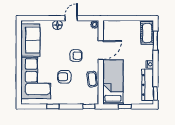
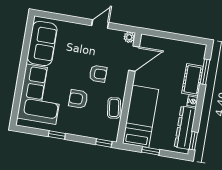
floor lamp: (57, 25) -> (81, 30), removed
cot: (147, 33) -> (192, 80), moved
door: (101, 50) -> (134, 59), moved

